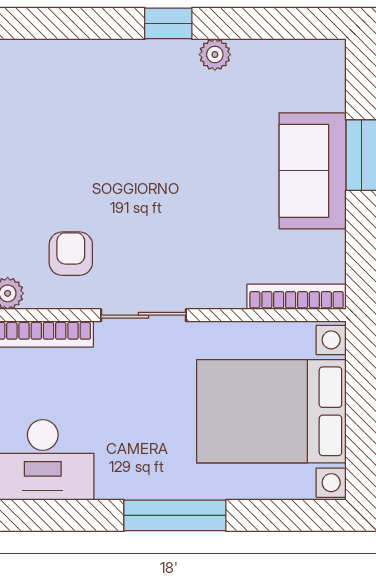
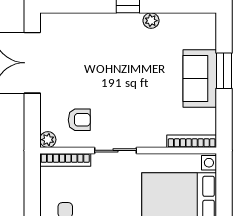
armchair: (71, 254) -> (79, 120), turned 90

